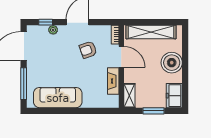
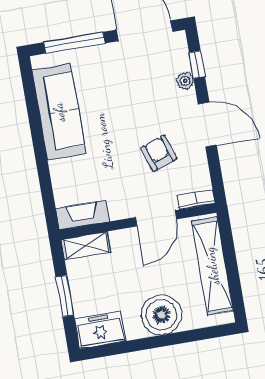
fireplace: (113, 81) -> (83, 215), moved

